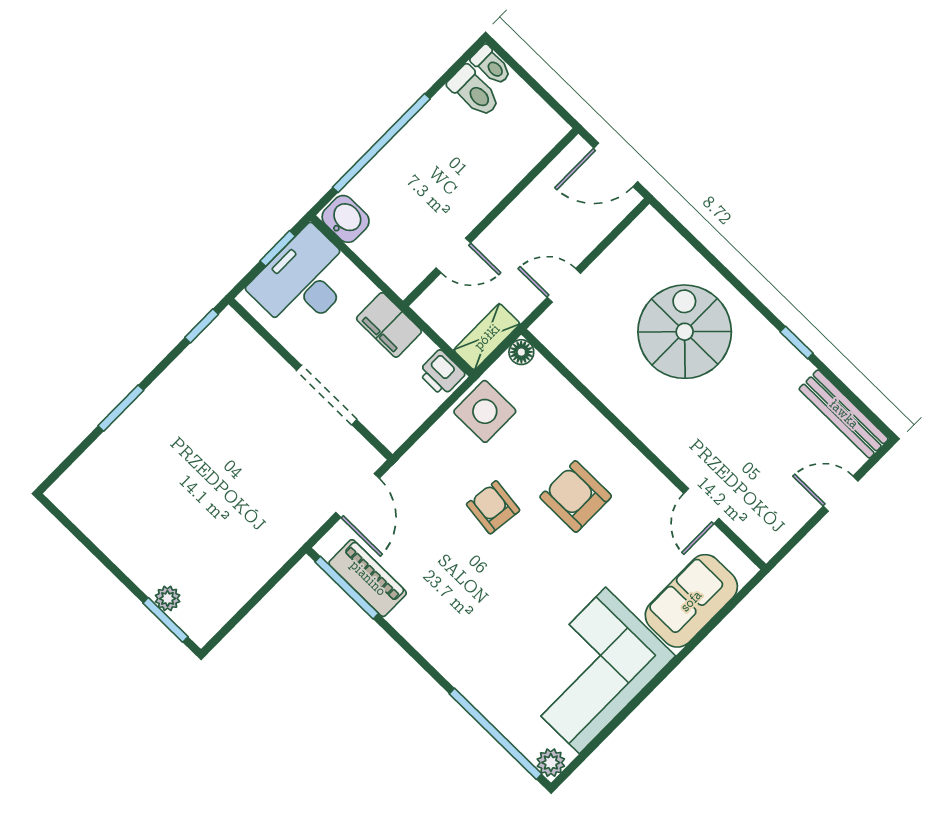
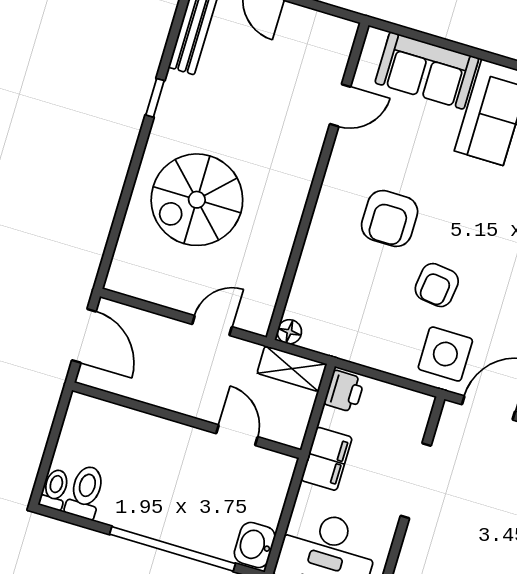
door: (564, 285) -> (212, 325), swing flipped
side table: (485, 411) -> (445, 354), moved

